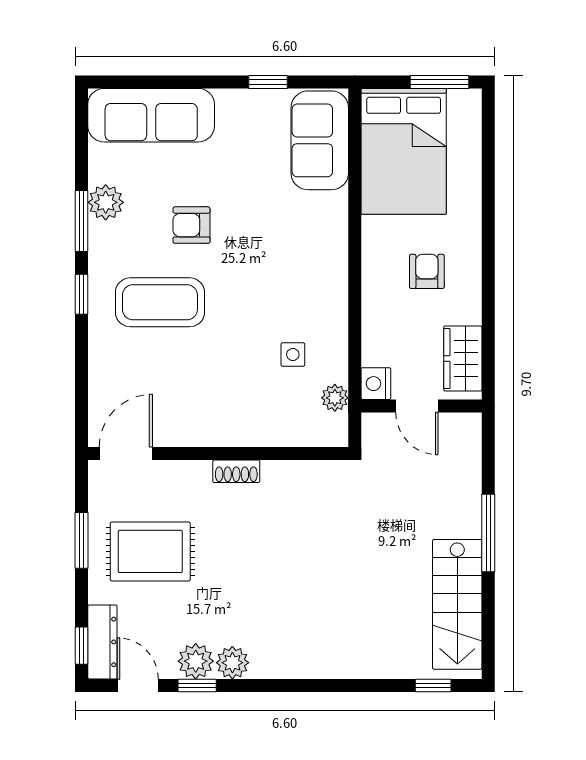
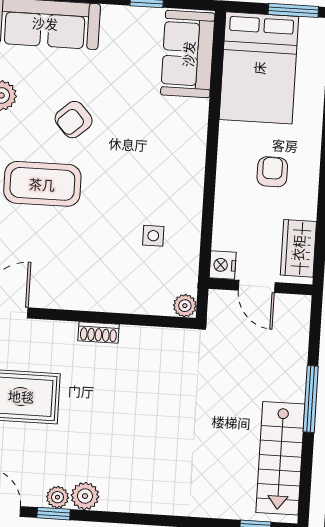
armchair: (192, 225) -> (74, 120), turned -42
plant: (335, 398) -> (185, 306), moved
plant: (196, 661) -> (58, 497), width x0.73, depth x0.73

